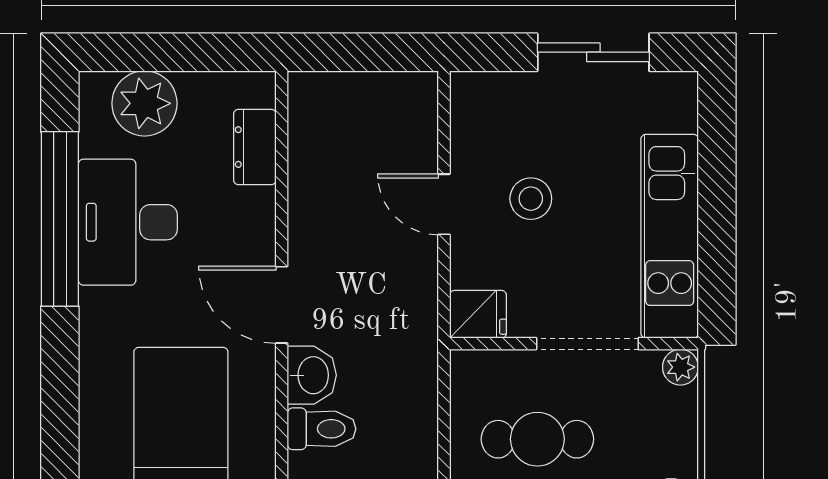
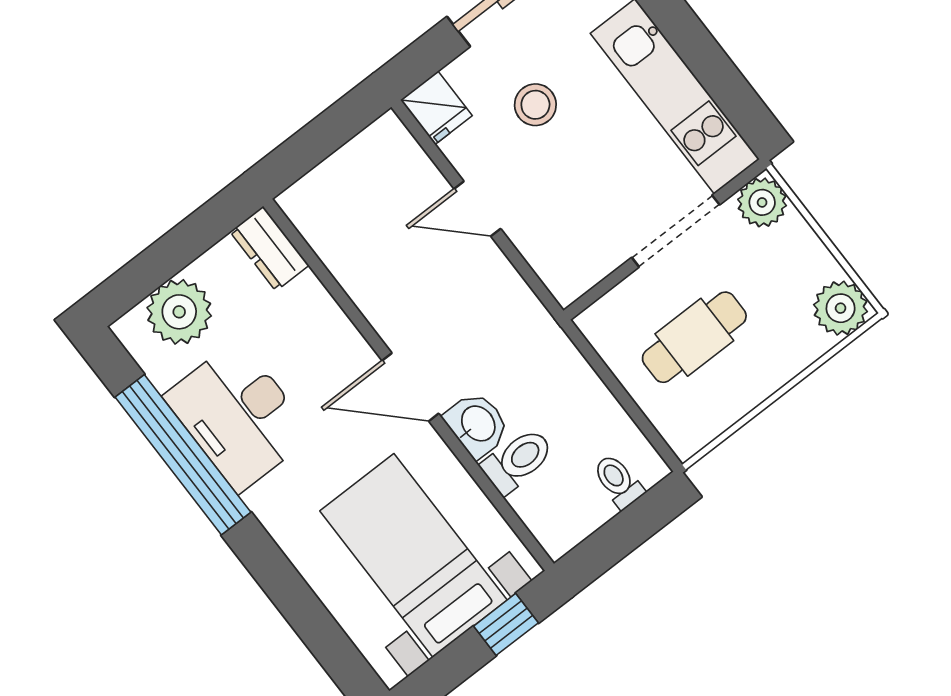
dresser: (255, 147) -> (269, 249), moved
stool: (531, 199) -> (535, 105), moved
fridge: (478, 314) -> (436, 108), moved, turned 90
plant: (680, 367) -> (762, 202), width x1.38, depth x1.38

